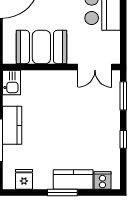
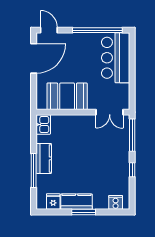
window: (123, 96) -> (132, 135), width x1.44
kitchen counter: (73, 180) -> (77, 202), moved

